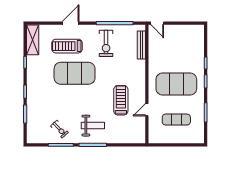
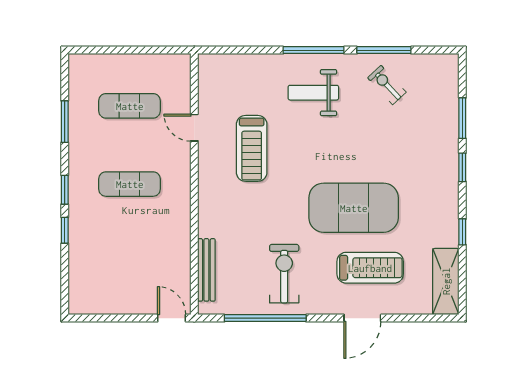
exercise mat: (176, 84) -> (130, 184), width x0.50, depth x0.69
door: (147, 110) -> (194, 128), swing flipped

